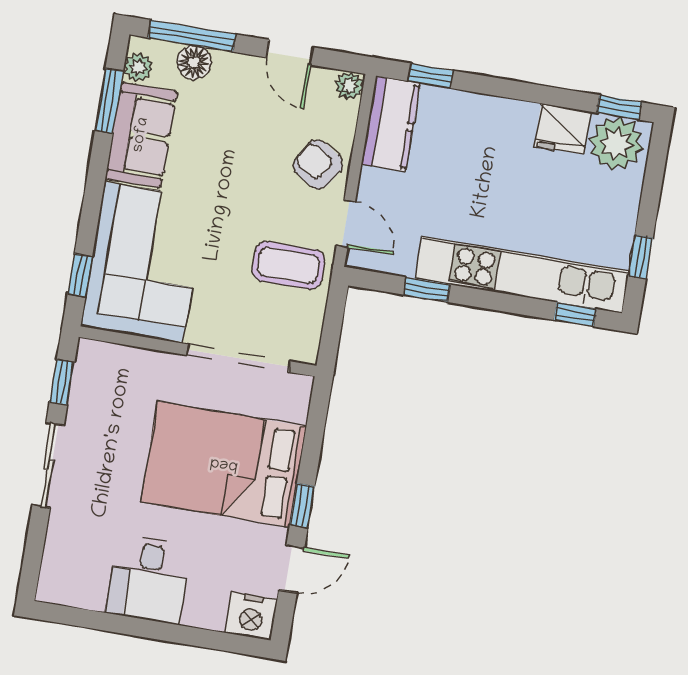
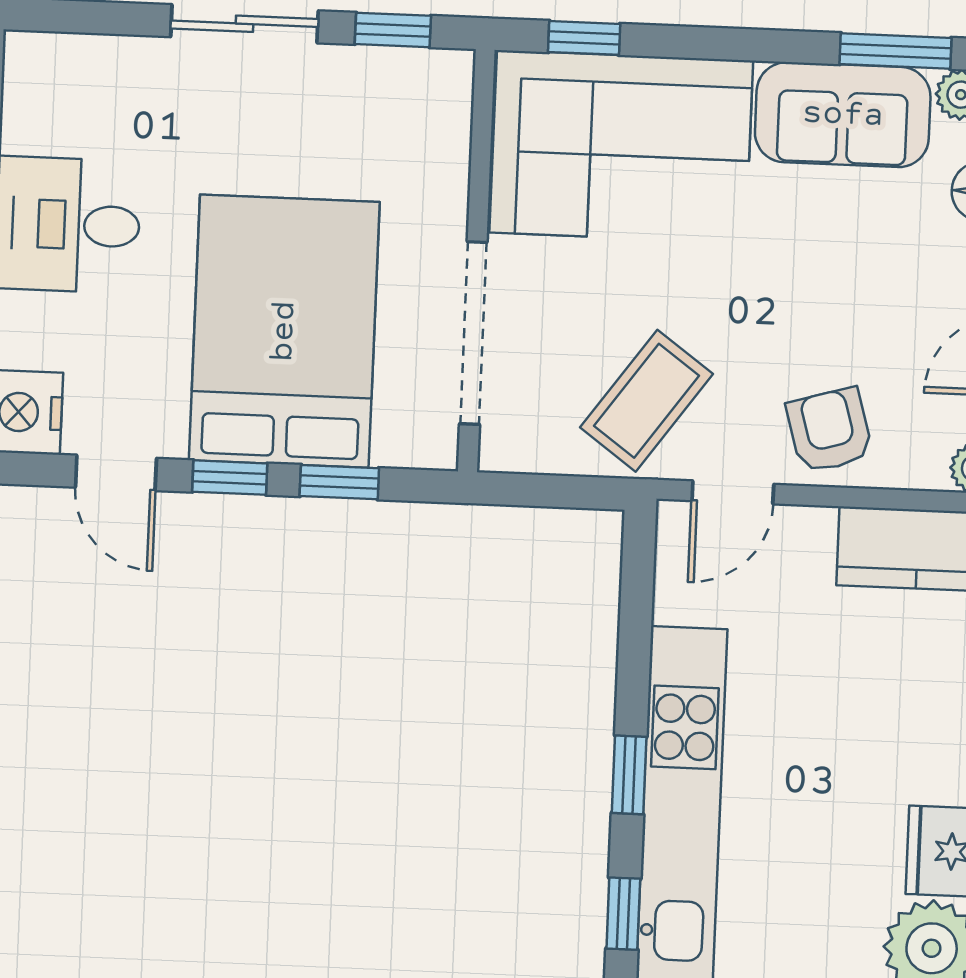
armchair: (318, 165) -> (830, 430), turned -49
coffee table: (288, 265) -> (647, 401), turned 36
window: (427, 290) -> (629, 775), moved
window: (313, 444) -> (339, 482), added

